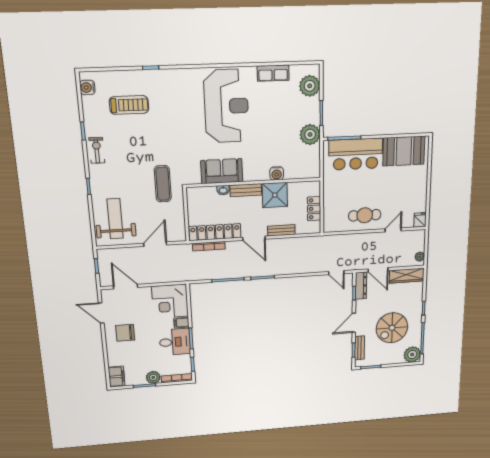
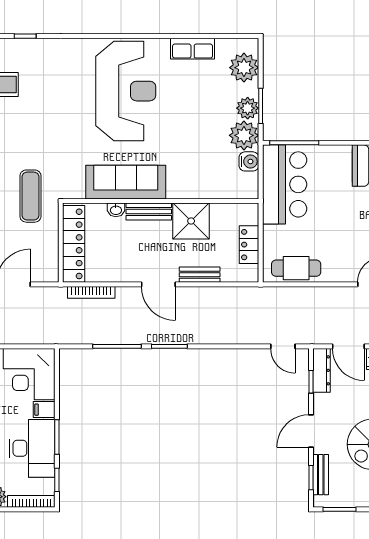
plant: (312, 115) -> (248, 108), added
bar counter: (356, 154) -> (285, 184), moved, turned -90
sofa: (222, 171) -> (126, 182), width x1.36
water cooler: (277, 173) -> (249, 161), moved, turned -90
cafe table: (365, 215) -> (296, 268), moved
locker: (215, 232) -> (74, 244), moved, turned 90
desk: (175, 342) -> (32, 448), width x1.37

